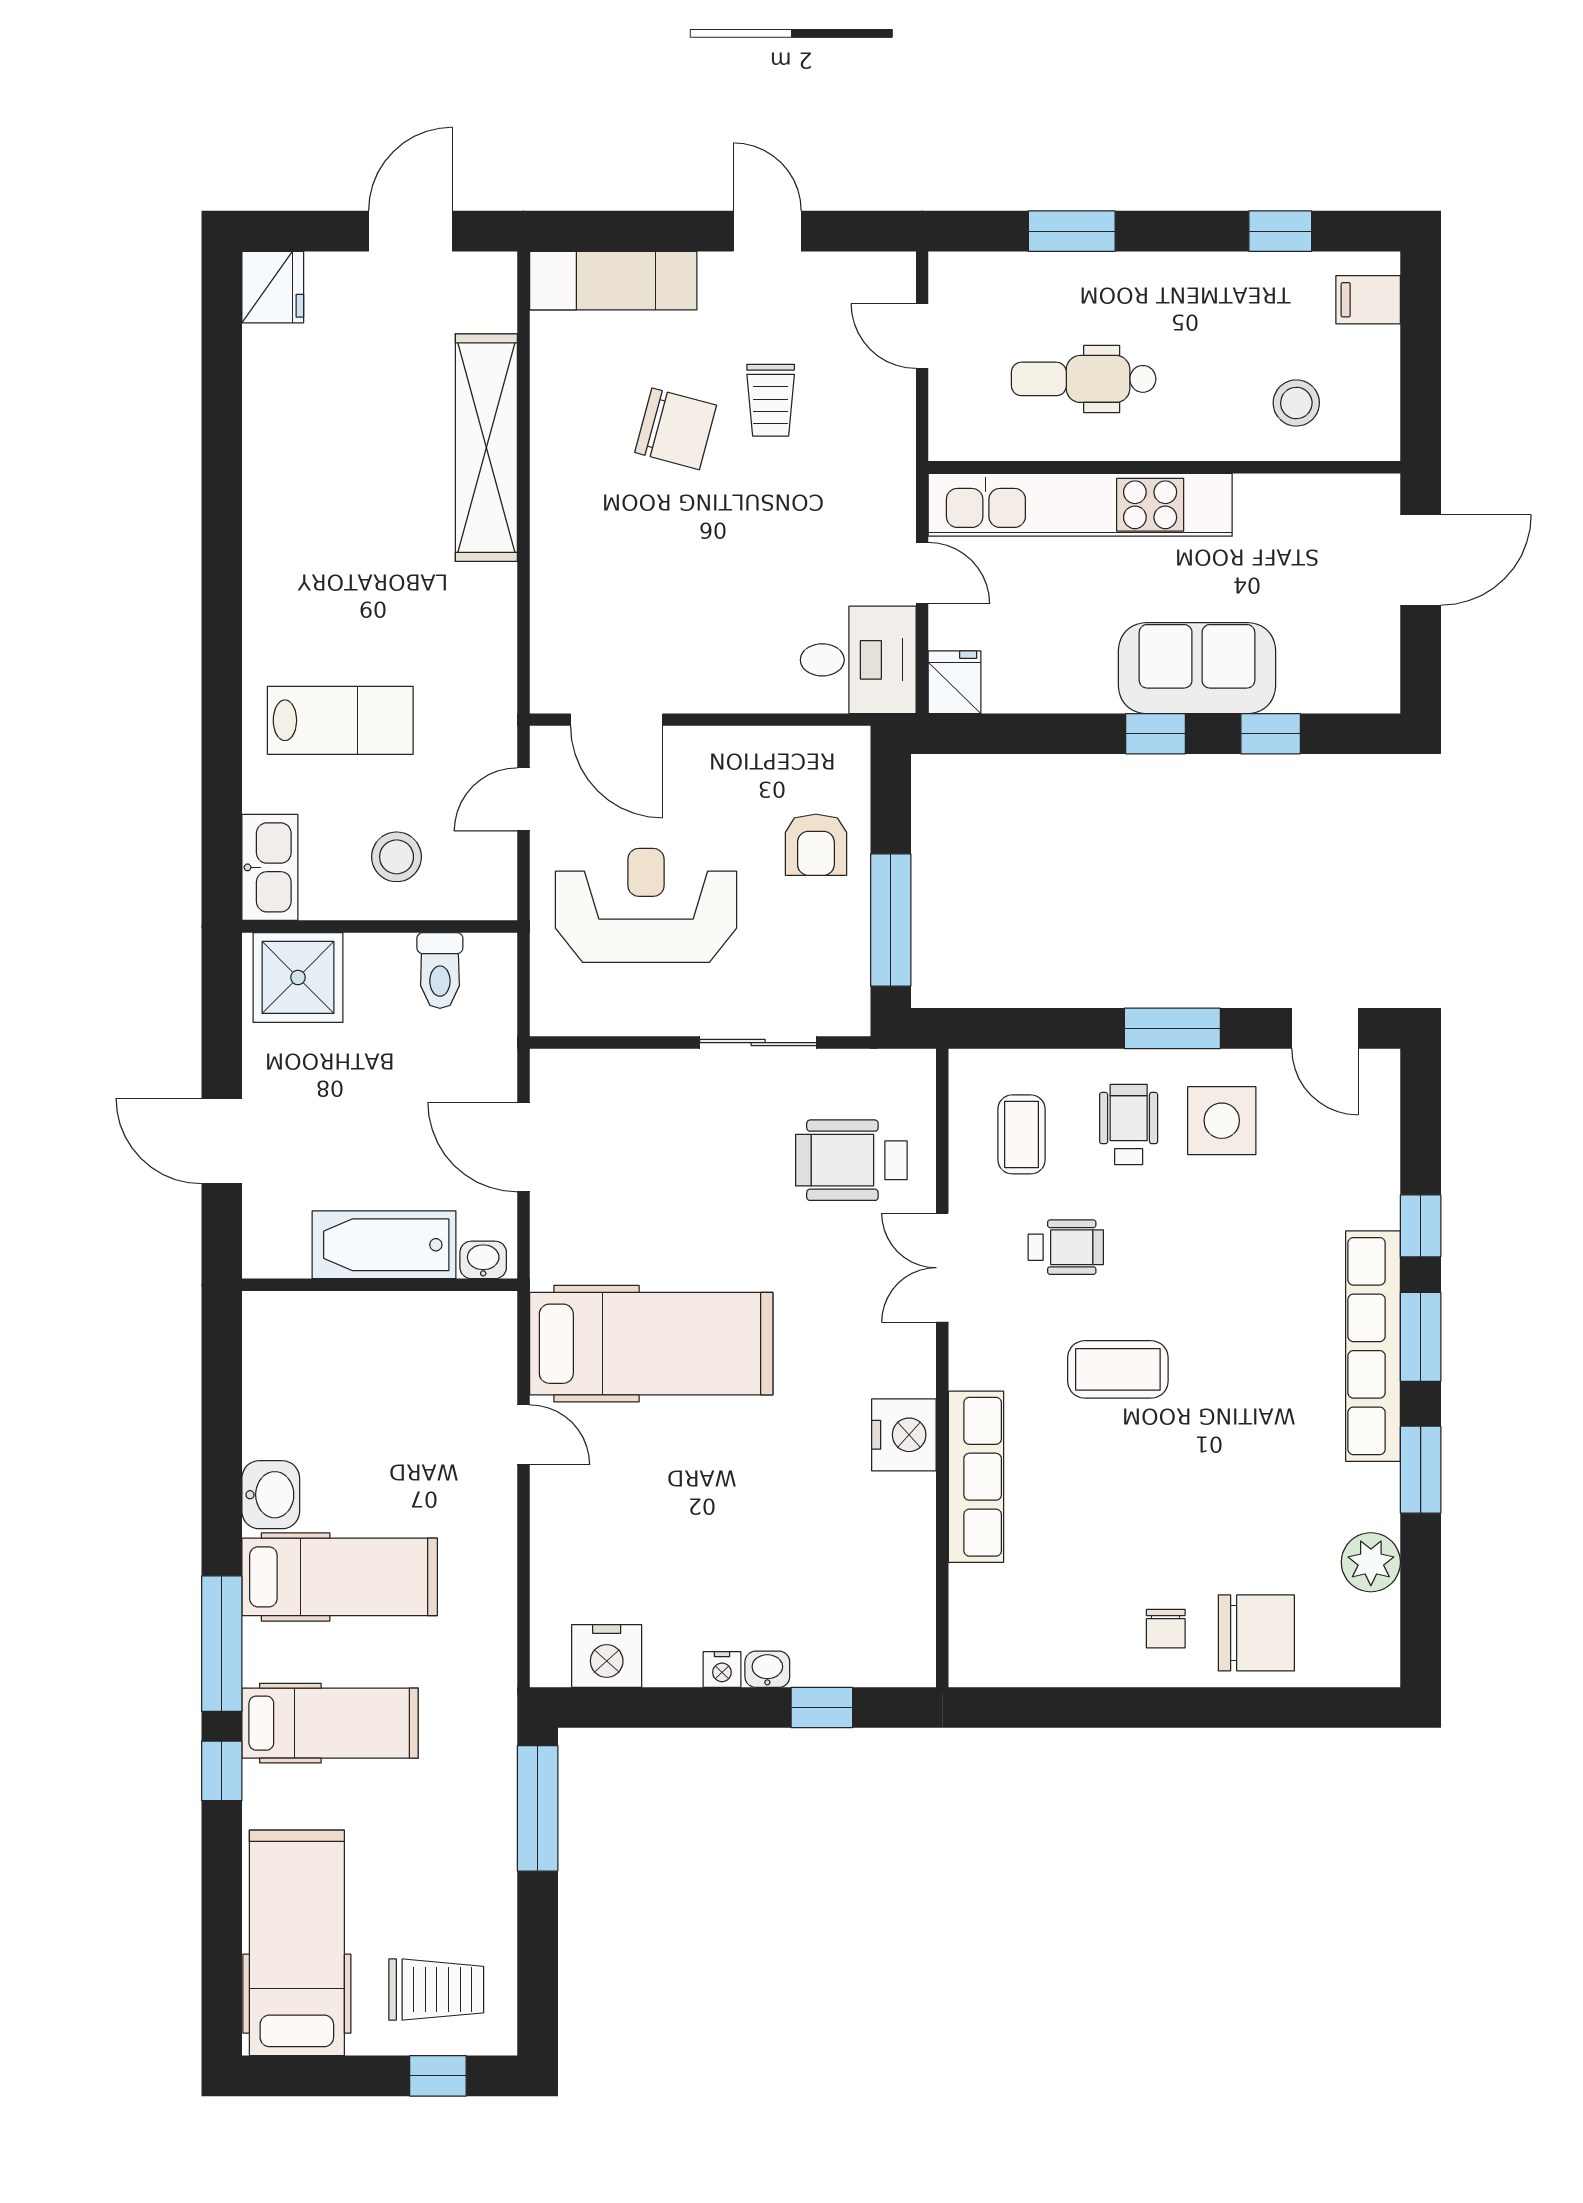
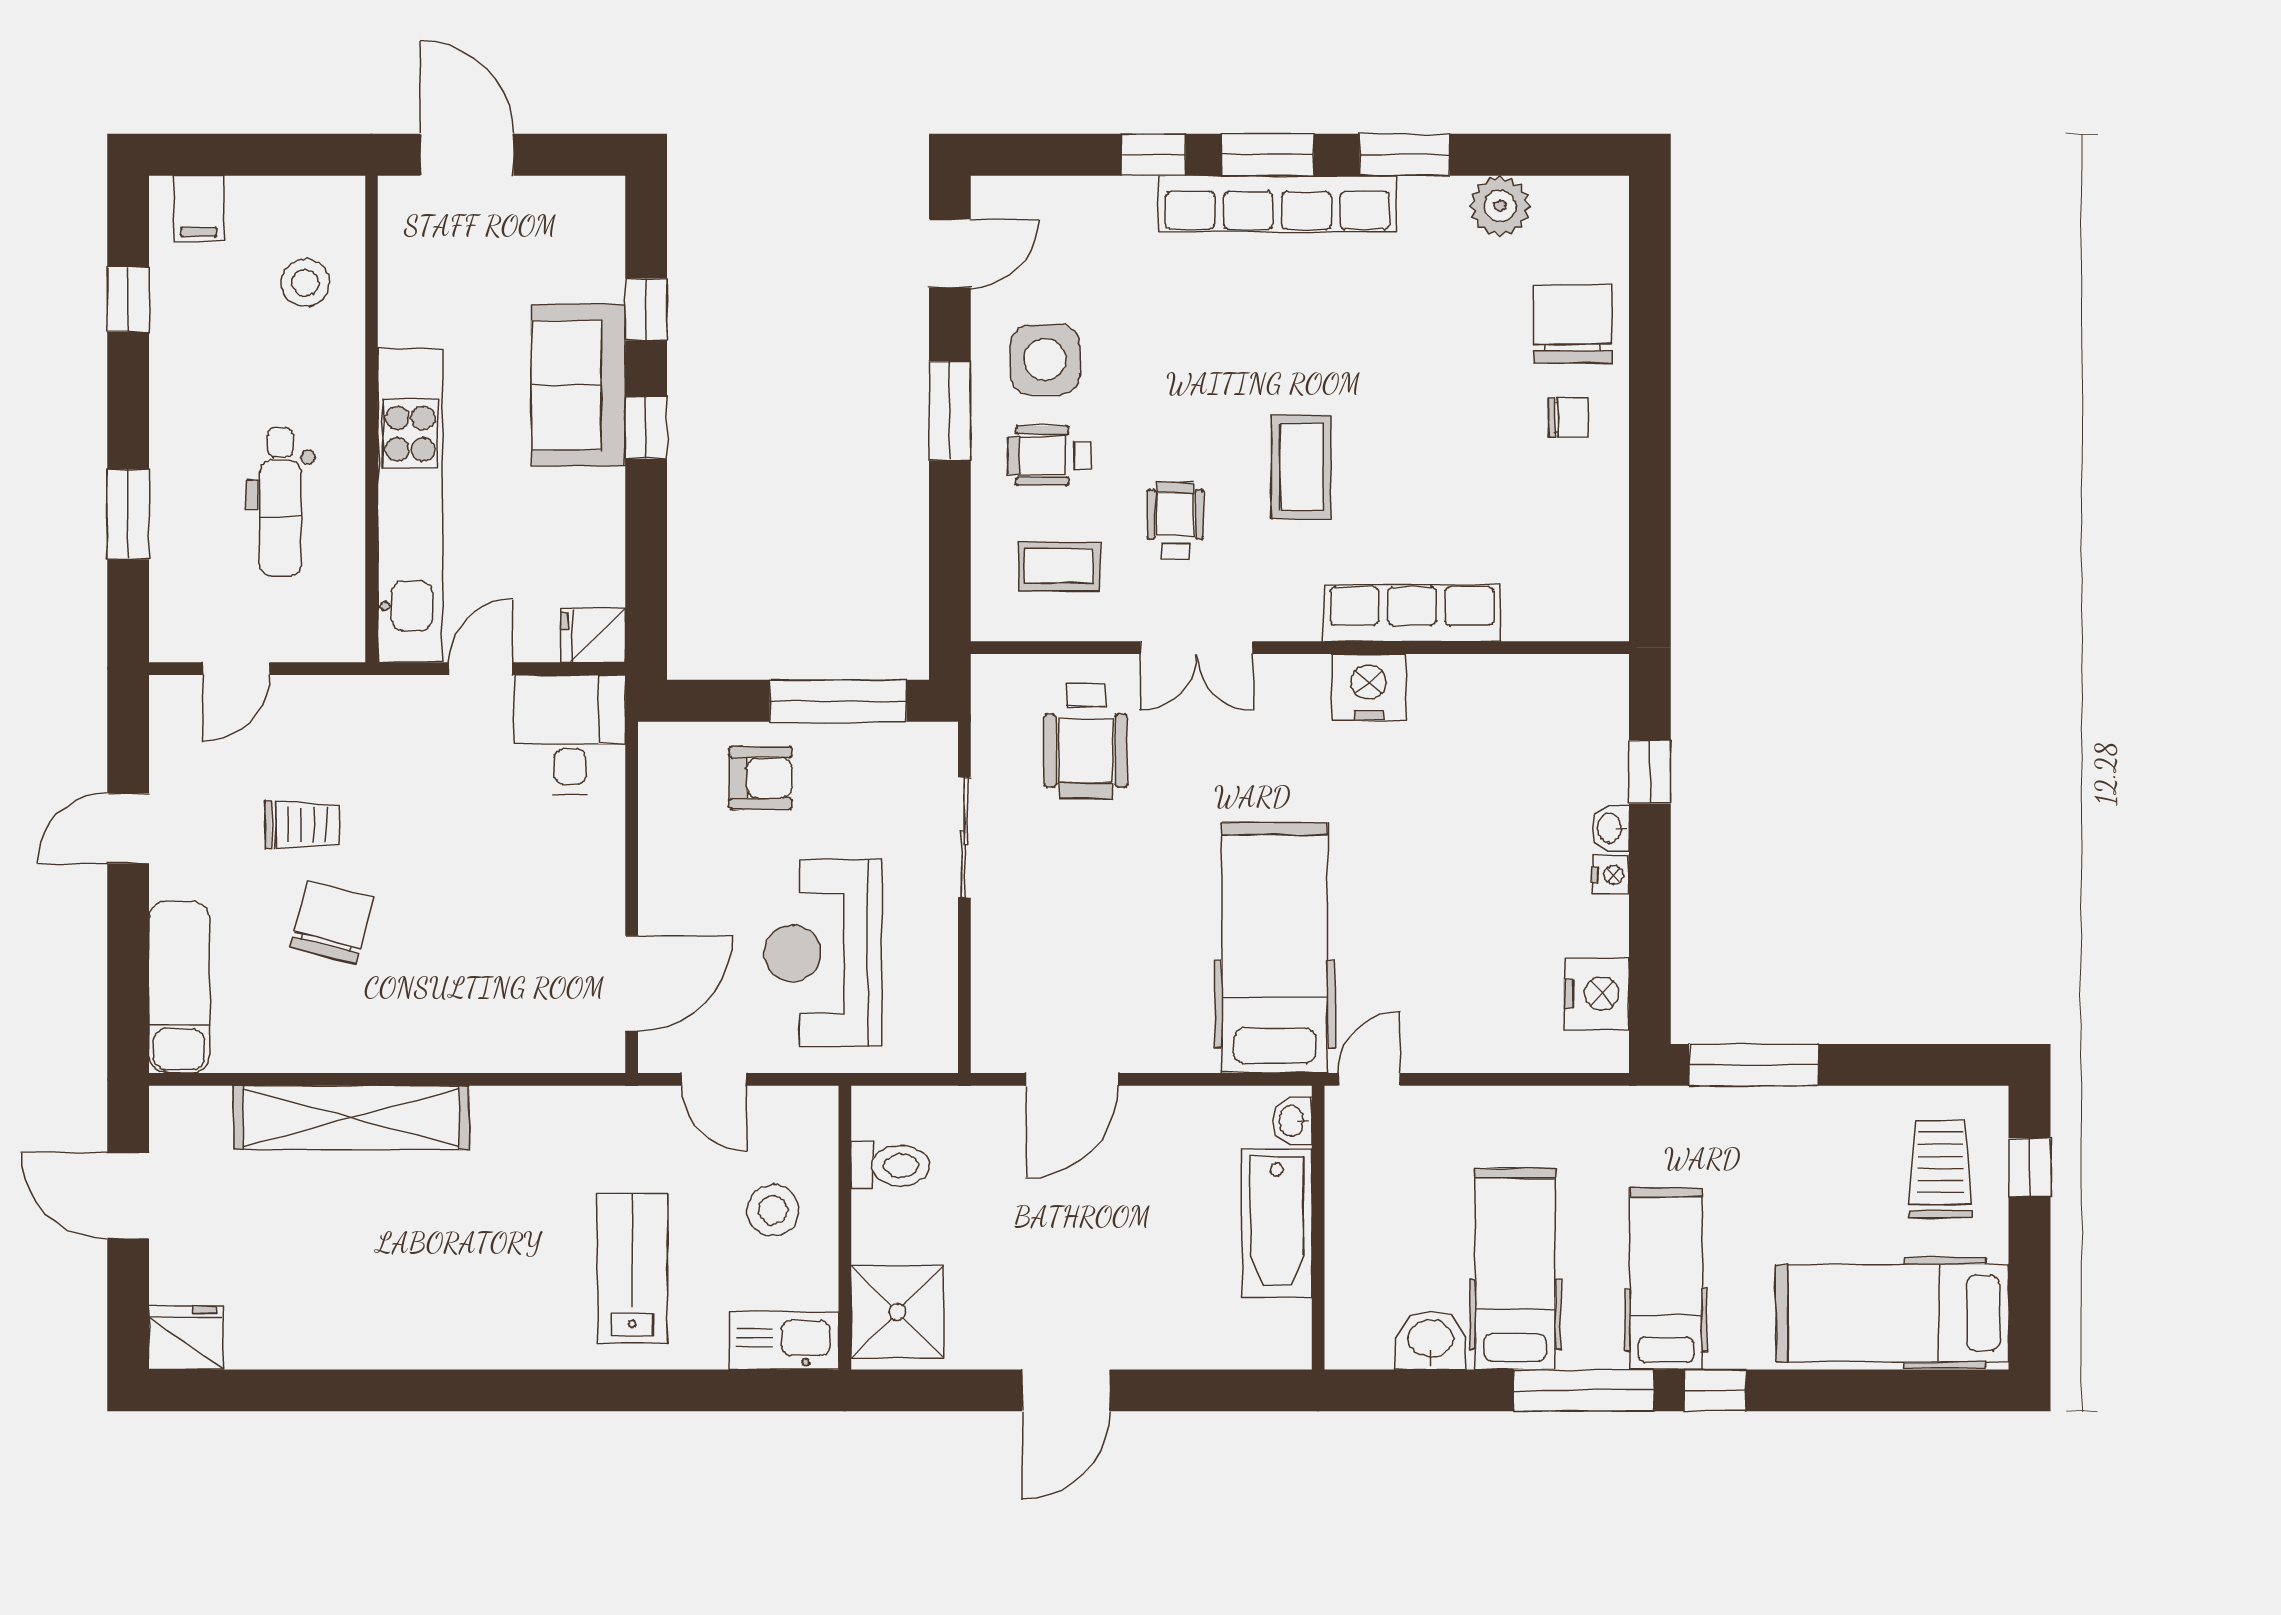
bathtub: (384, 1245) -> (1277, 1223), moved
washbasin: (483, 1260) -> (1292, 1121), moved
wall: (380, 1285) -> (1318, 1228), moved

